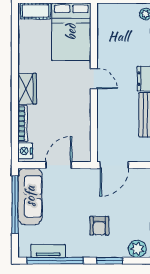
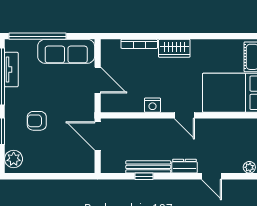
door: (94, 79) -> (184, 115), hinge flipped
nightstand: (25, 151) -> (152, 105), moved, turned 180
window: (15, 205) -> (37, 36), moved

